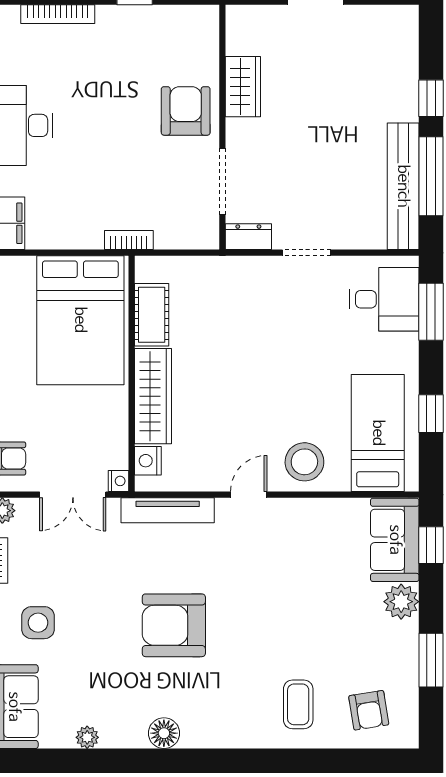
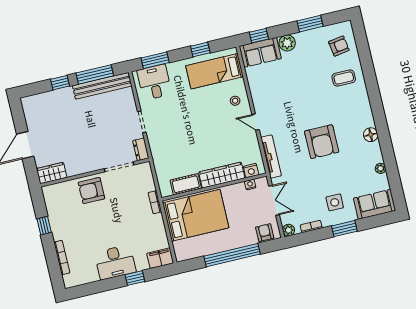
wardrobe: (243, 87) -> (52, 173), moved
stool: (304, 462) -> (235, 101), width x0.53, depth x0.53
nightstand: (119, 481) -> (250, 185), moved

